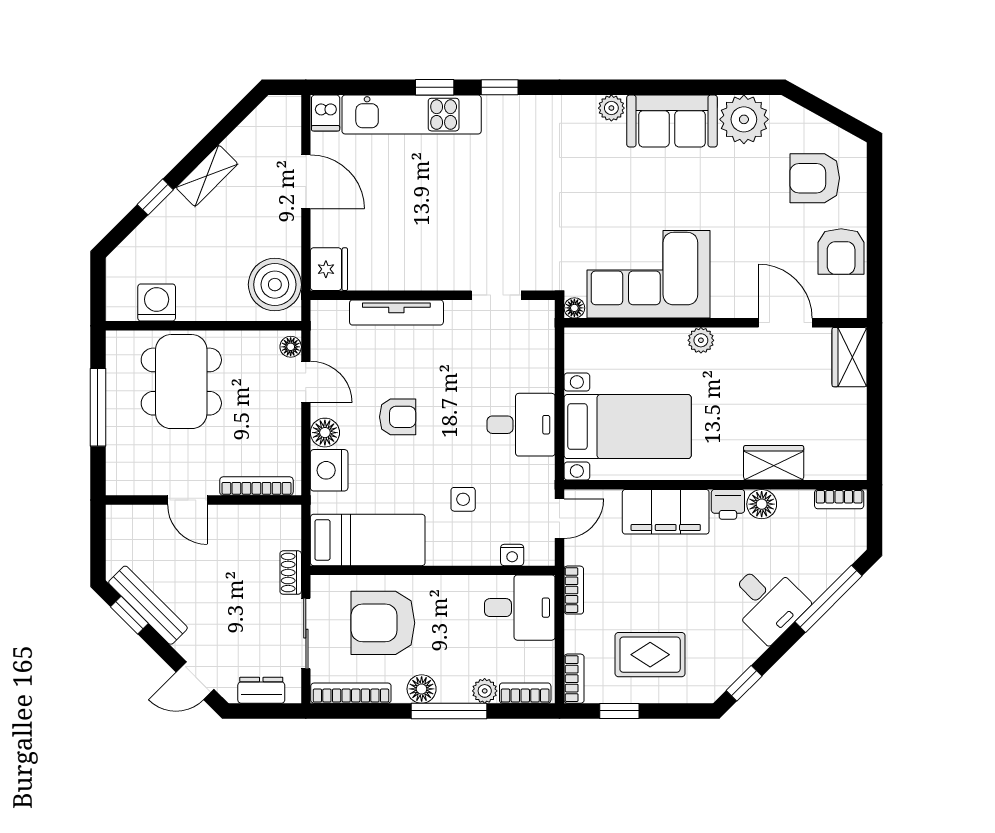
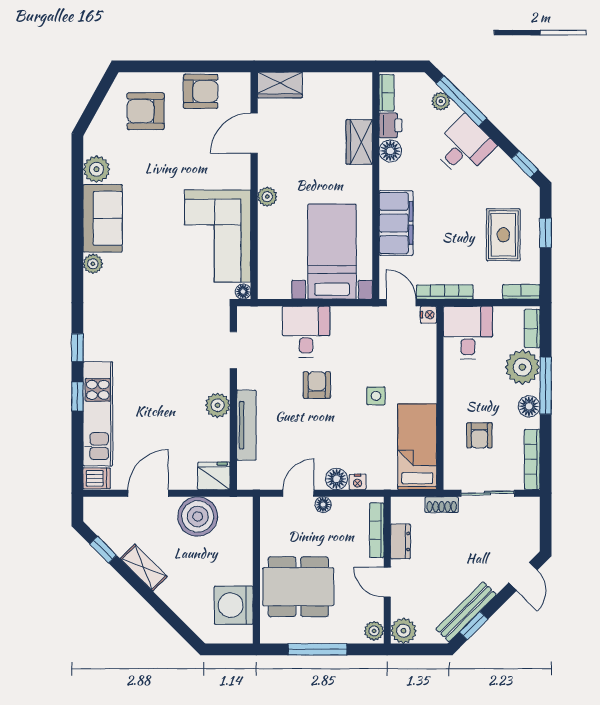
plant: (744, 119) -> (97, 169), width x0.73, depth x0.73
armchair: (815, 178) -> (146, 111), turned 90
window: (155, 197) -> (103, 550), moved
plant: (423, 274) -> (218, 405), added
boiler: (275, 285) -> (198, 516), moved
washing machine: (157, 302) -> (234, 605), width x1.37, depth x1.37
floor lamp: (291, 347) -> (323, 505), moved
armchair: (398, 417) -> (317, 385), moved
desk: (521, 425) -> (306, 332), moved
nightstand: (329, 470) -> (358, 482), width x0.53, depth x0.56
plant: (122, 483) -> (374, 631), added
side table: (463, 499) -> (376, 396), moved
door: (187, 500) -> (387, 582), swing flipped
printer: (728, 504) -> (390, 125), moved
plant: (123, 522) -> (403, 631), added
nightstand: (512, 555) -> (428, 315), moved
plant: (828, 571) -> (441, 101), added
bookcase: (574, 590) -> (445, 292), width x1.56
armchair: (383, 623) -> (479, 435), width x0.53, depth x0.53
dresser: (261, 690) -> (400, 541), moved, turned 180
plant: (485, 691) -> (522, 367), width x1.88, depth x1.88
window: (619, 711) -> (546, 233), moved

